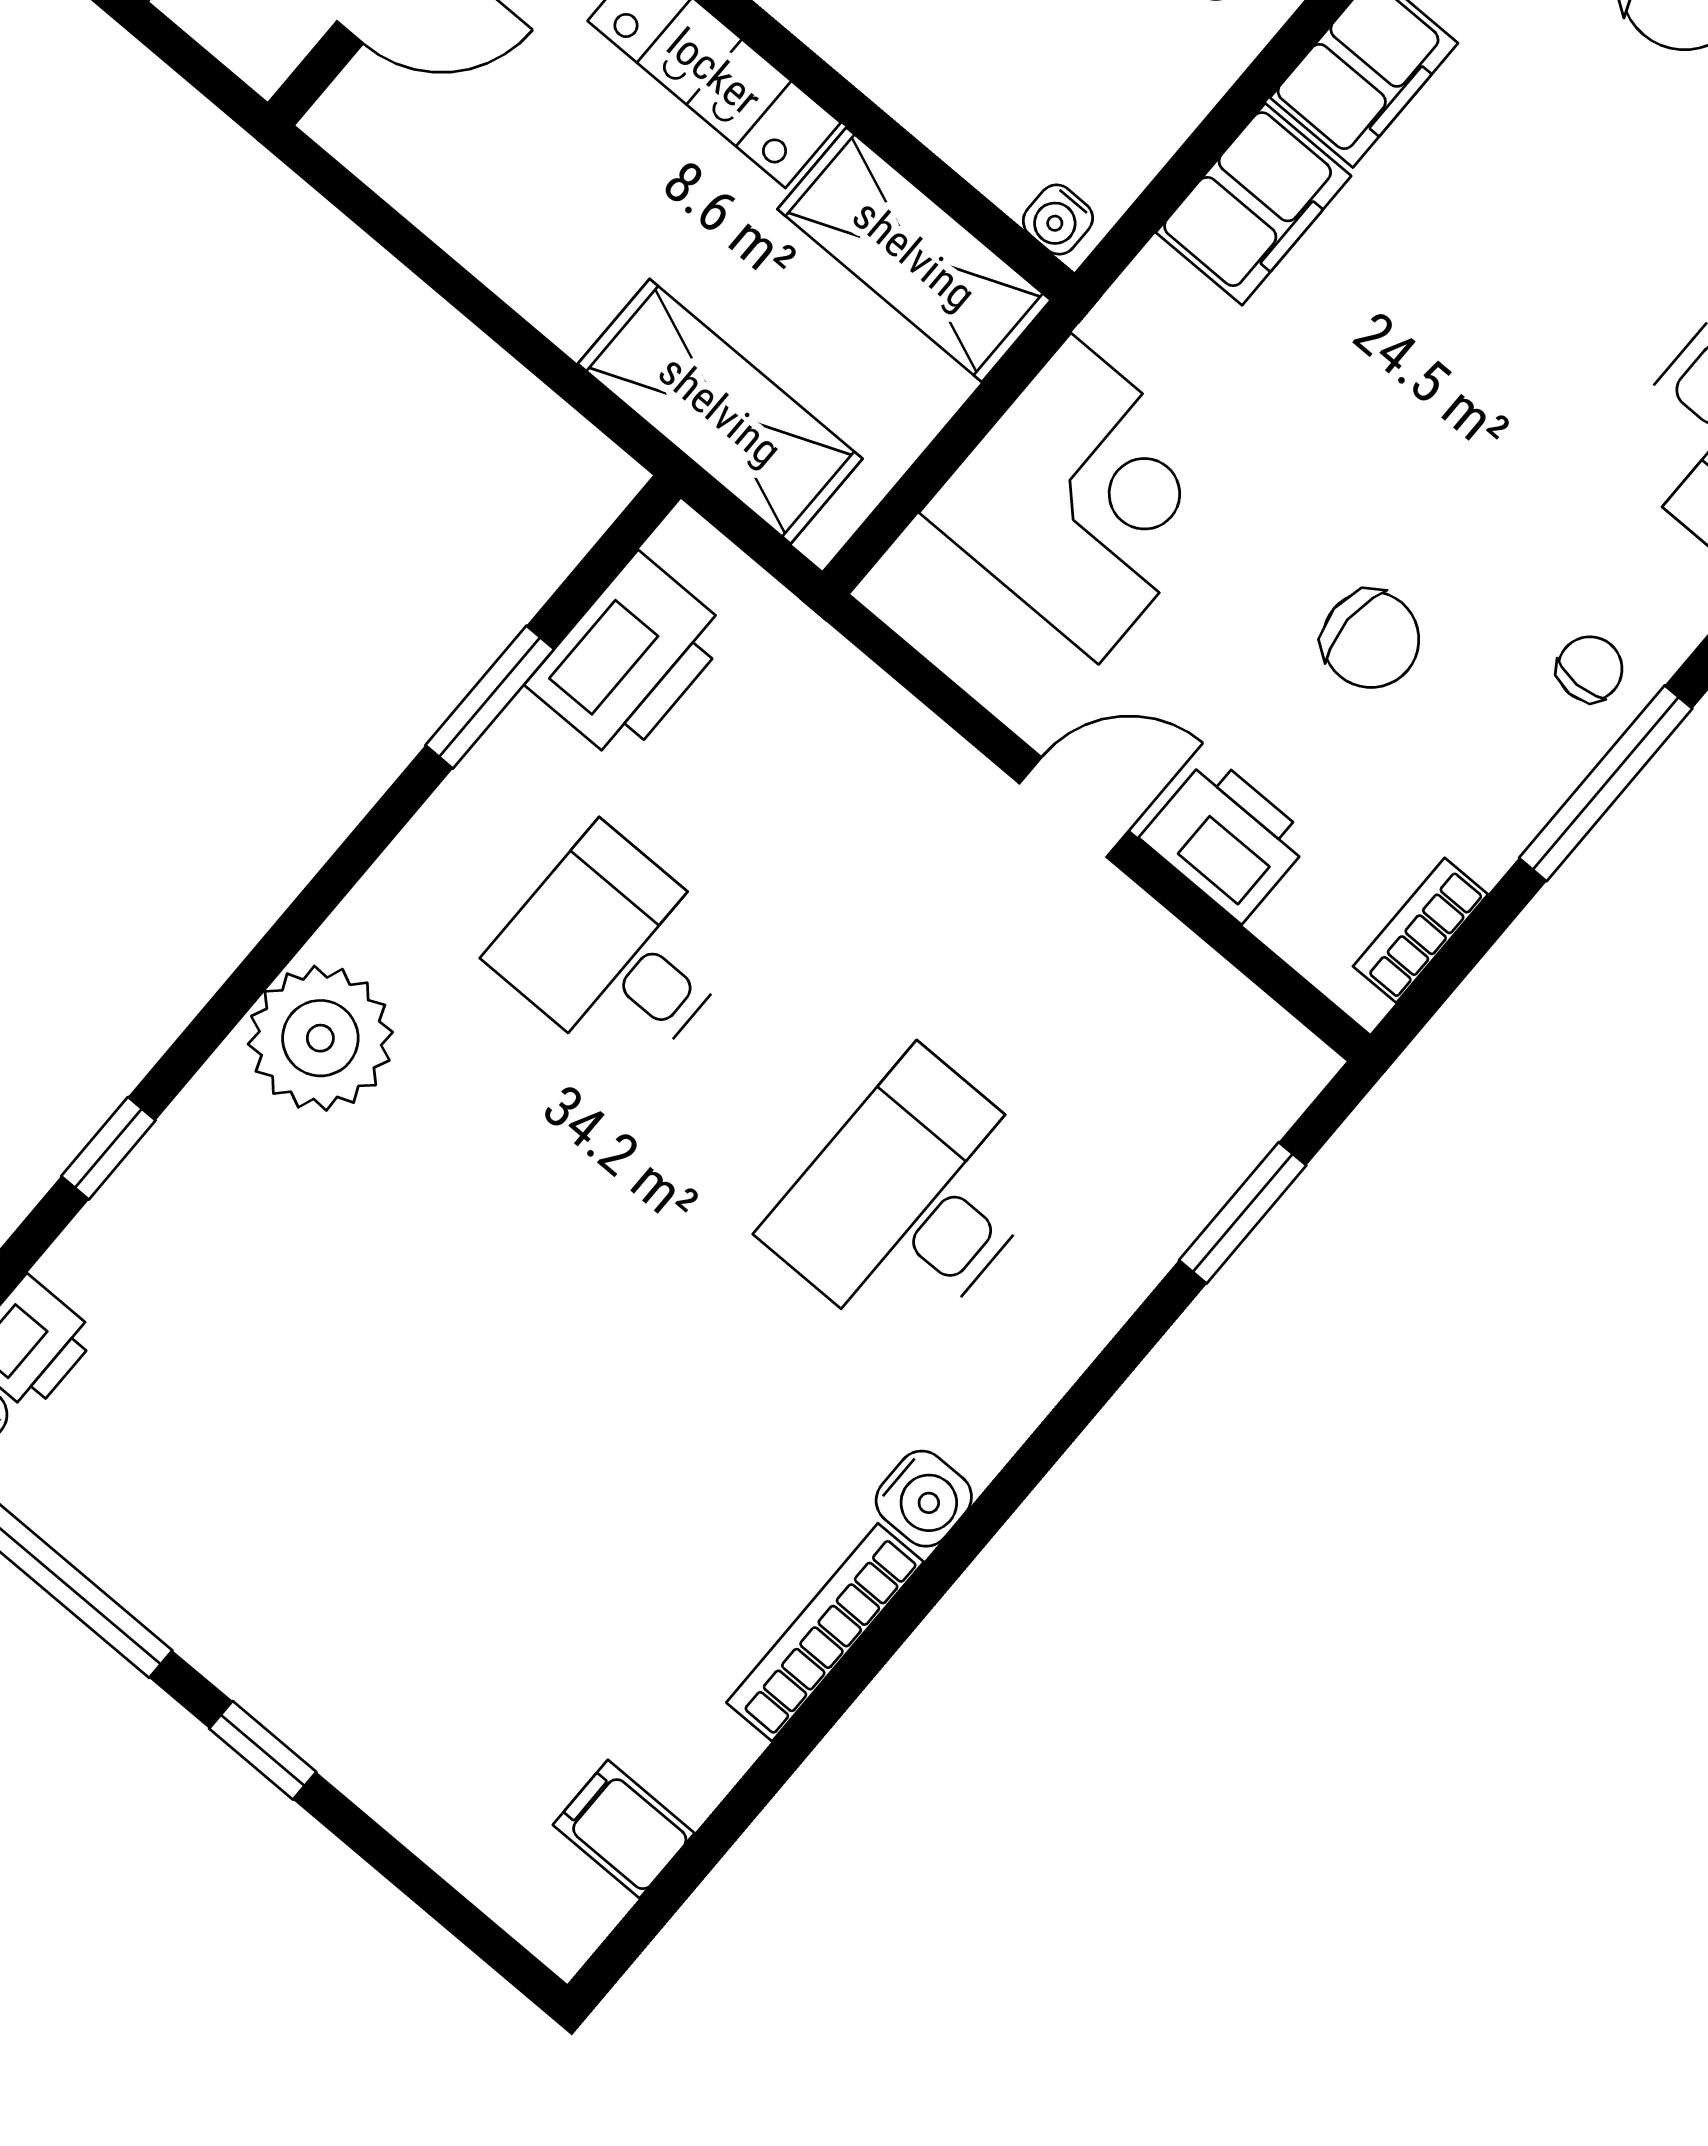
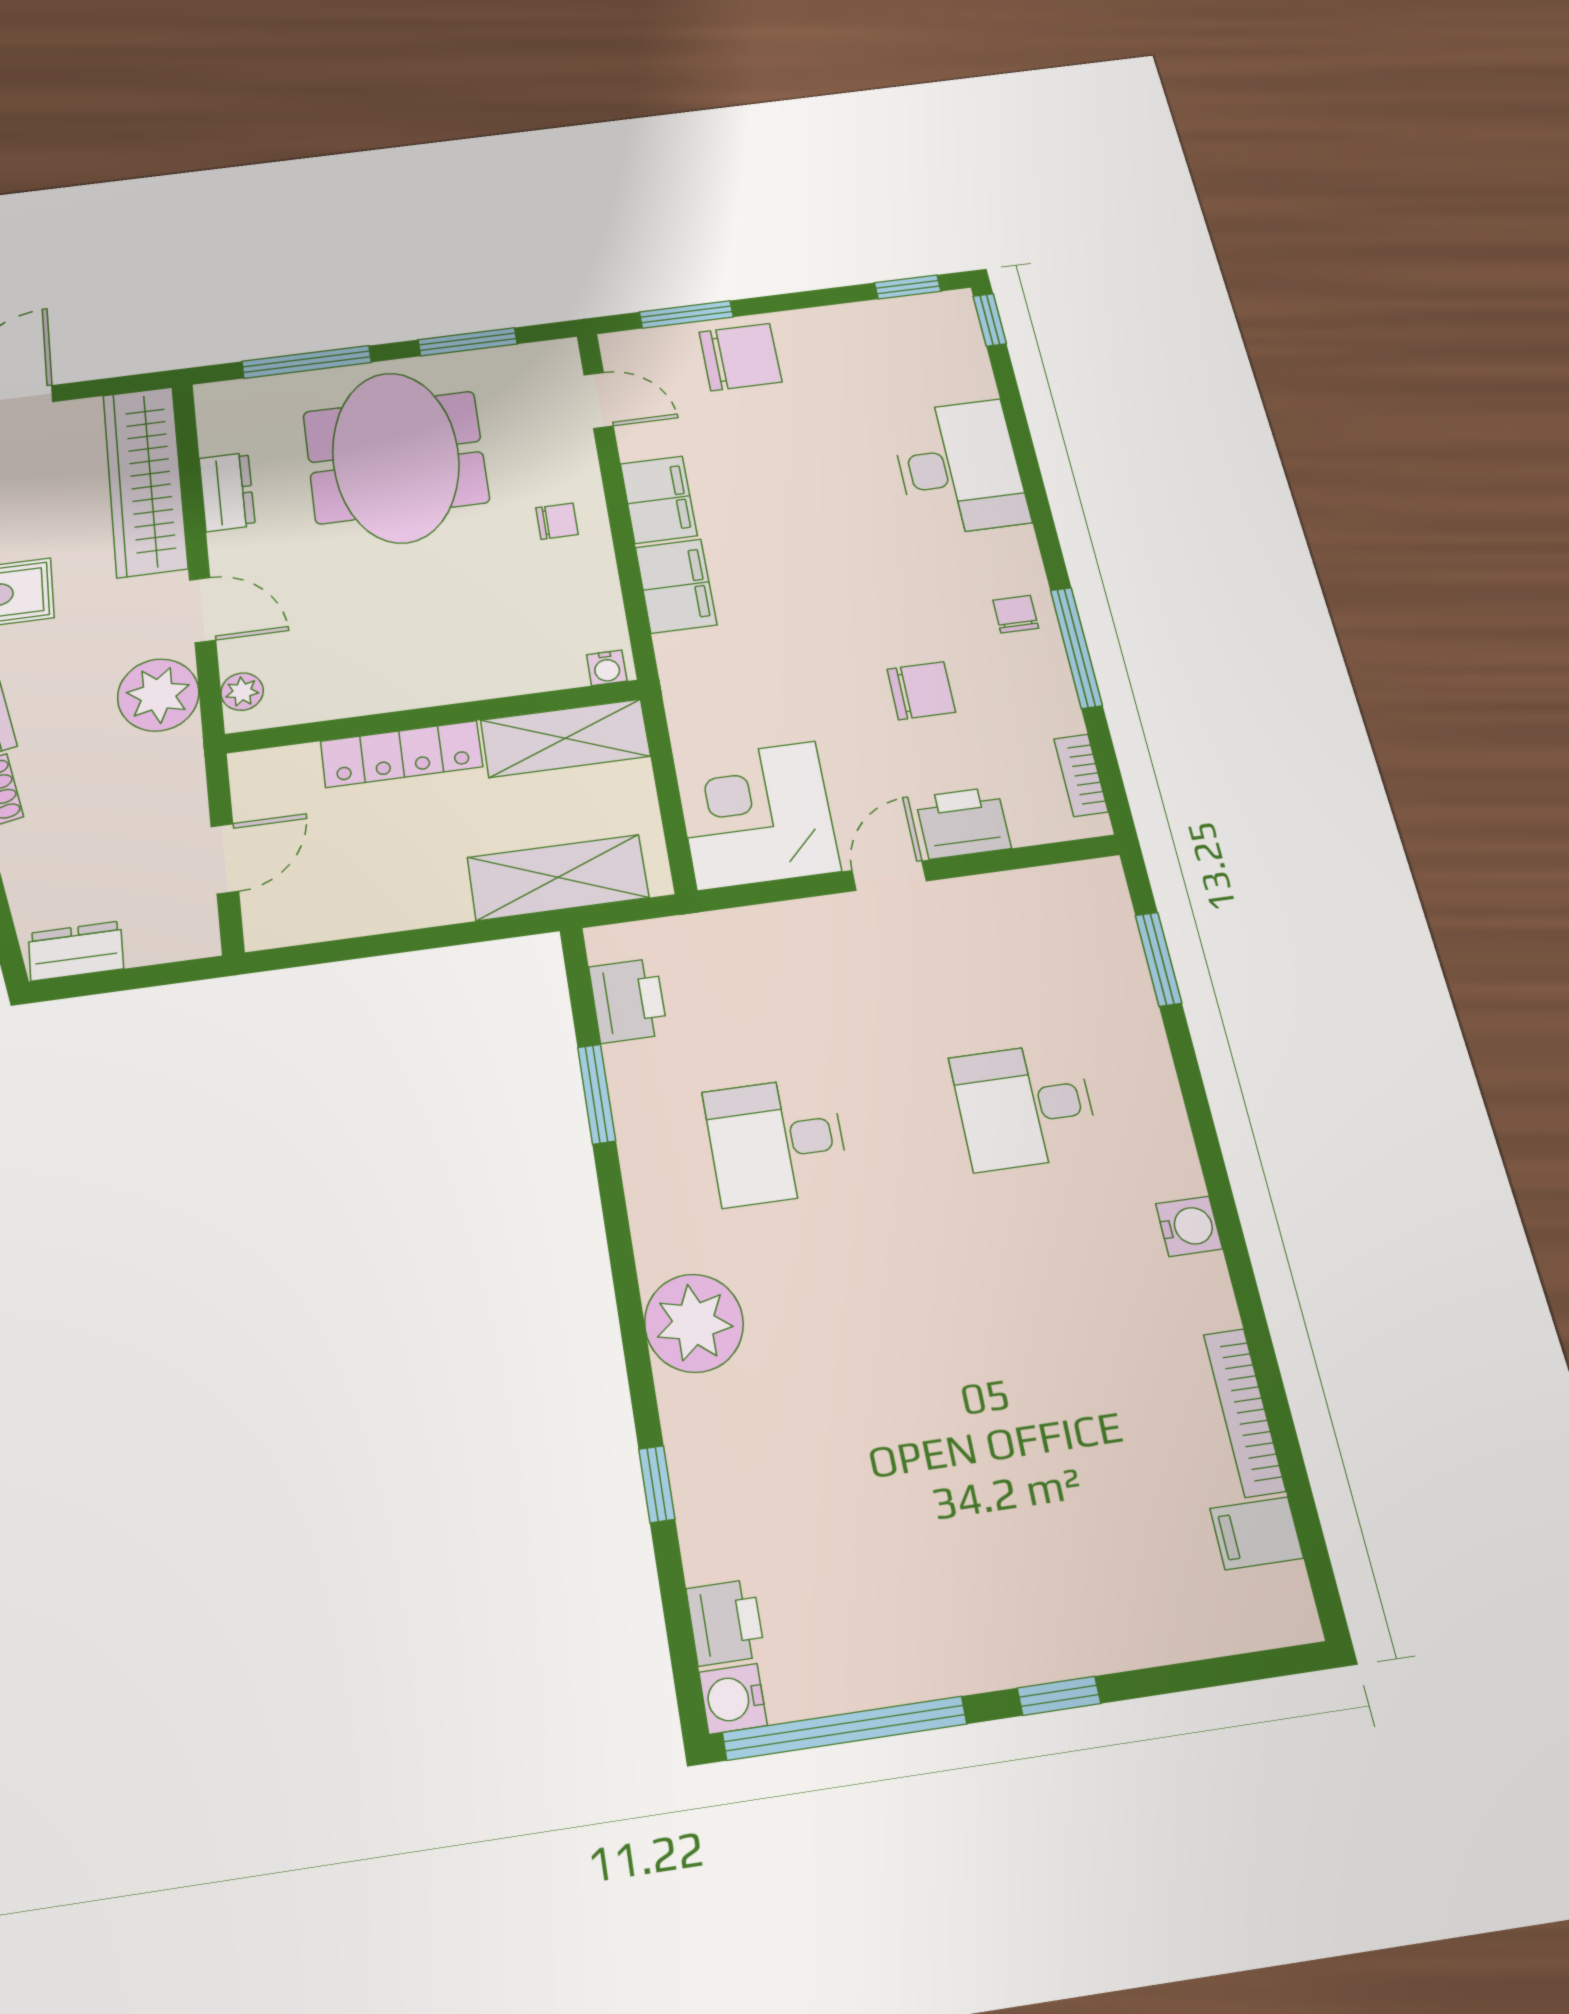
corner desk: (1085, 499) -> (757, 815), moved, turned -90
printer: (629, 658) -> (628, 1000), width x0.73, depth x0.84
desk: (911, 1201) -> (1025, 1106), width x0.73
bookcase: (825, 1632) -> (1244, 1412), moved

